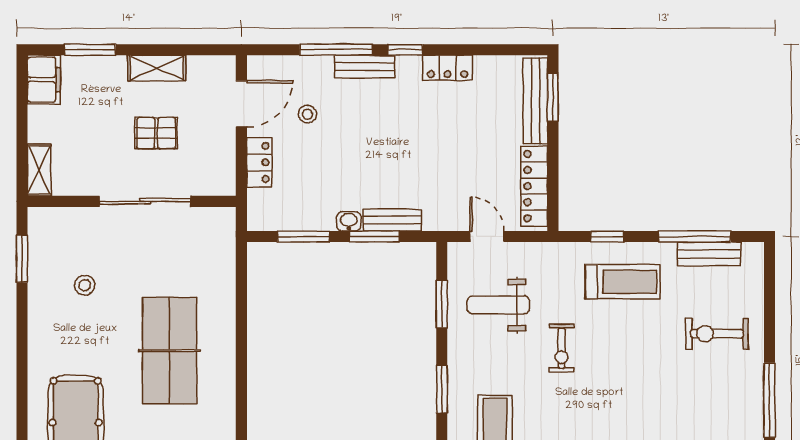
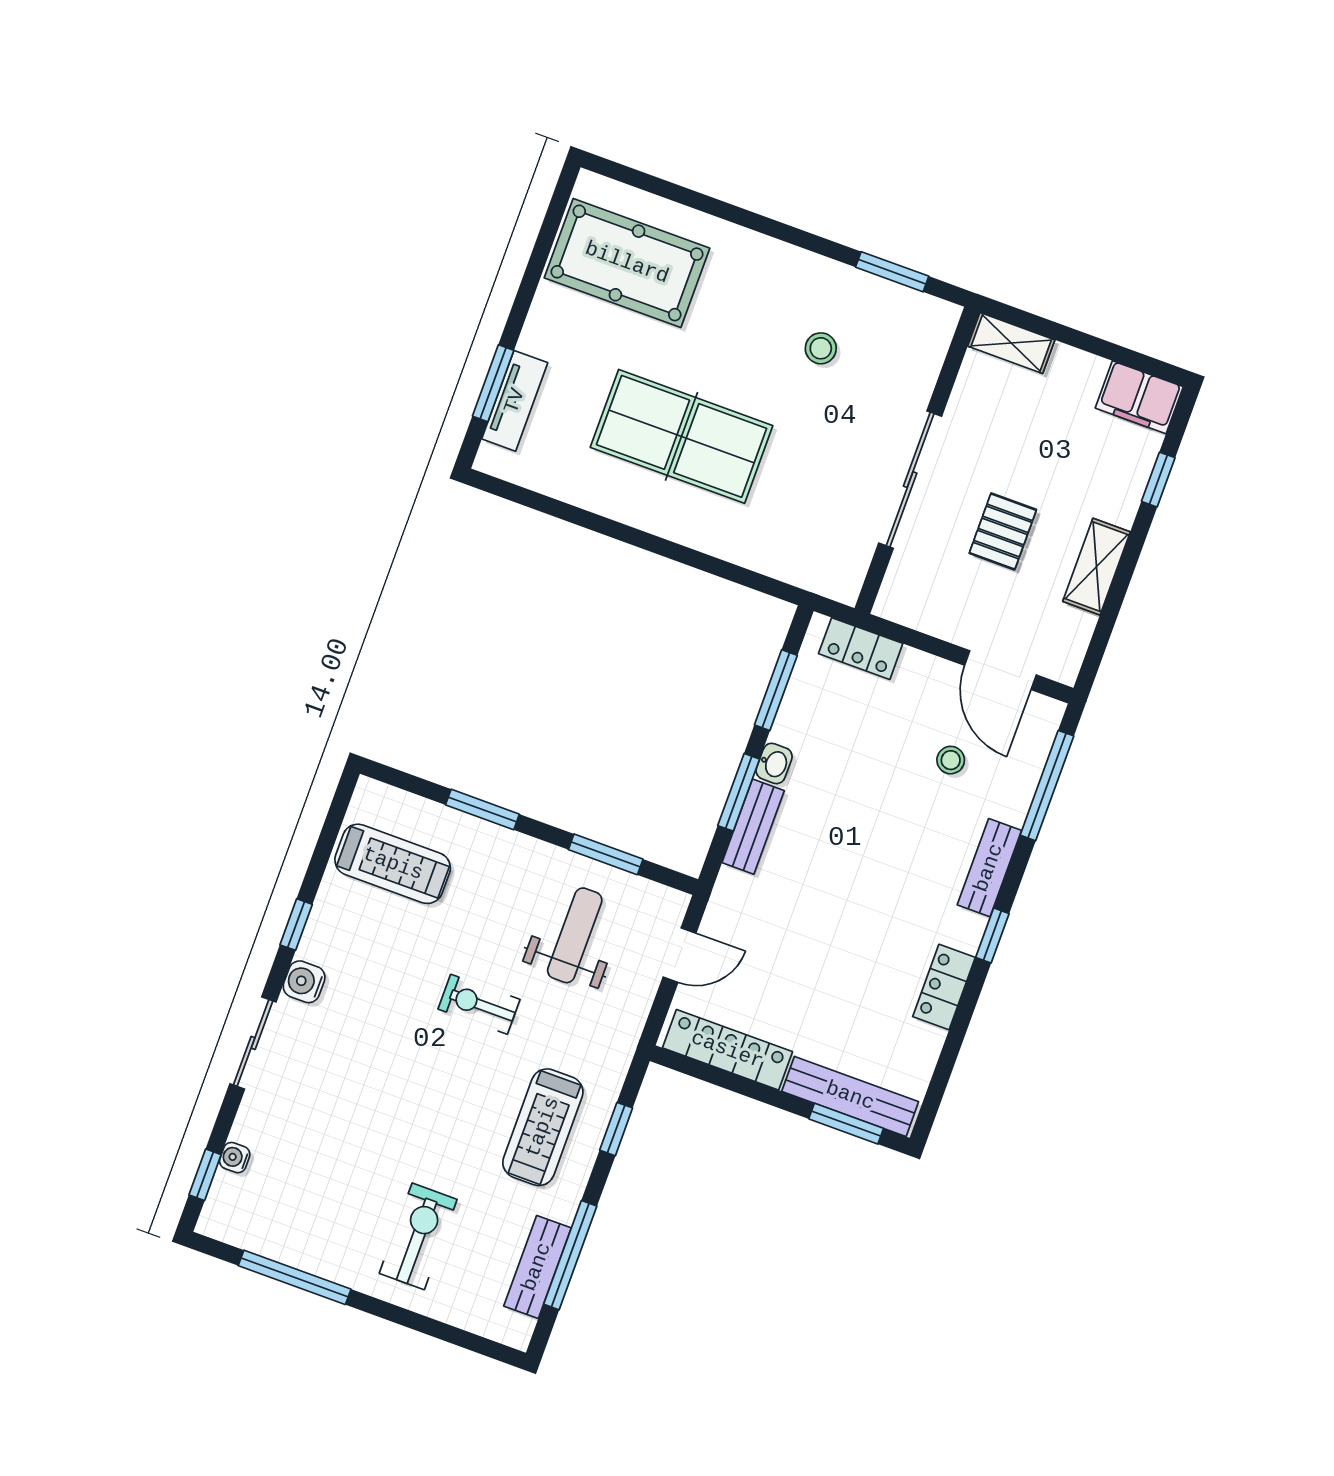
window: (90, 50) -> (1158, 480), width x0.67
window: (336, 50) -> (1047, 786), moved
locker: (259, 162) -> (861, 649), moved

